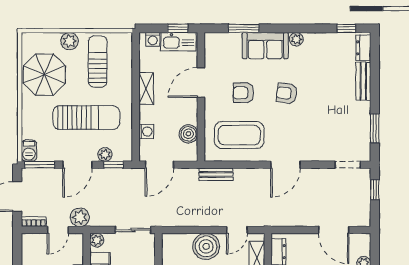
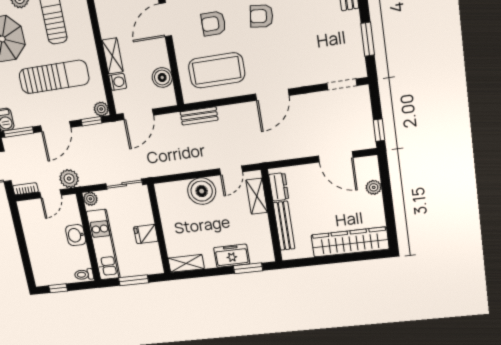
shelving: (146, 89) -> (113, 56), moved
plant: (105, 154) -> (101, 109), moved
window: (375, 190) -> (379, 130), moved

